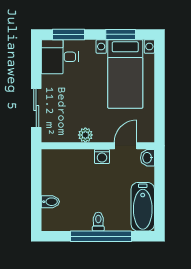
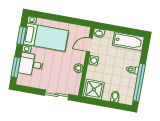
desk: (60, 57) -> (31, 64), moved, turned 90
door: (126, 146) -> (89, 45), hinge flipped
shower: (56, 166) -> (94, 89), added
window: (101, 236) -> (139, 82), moved

